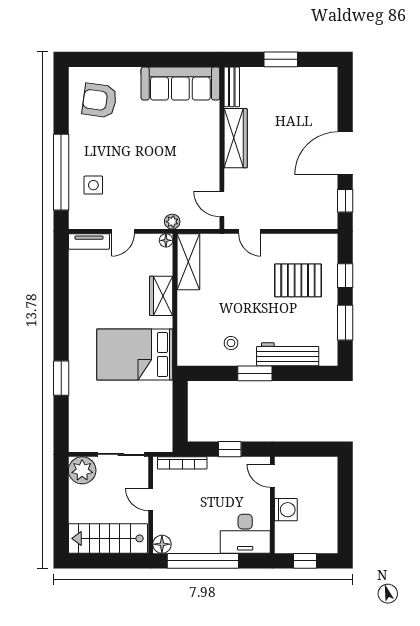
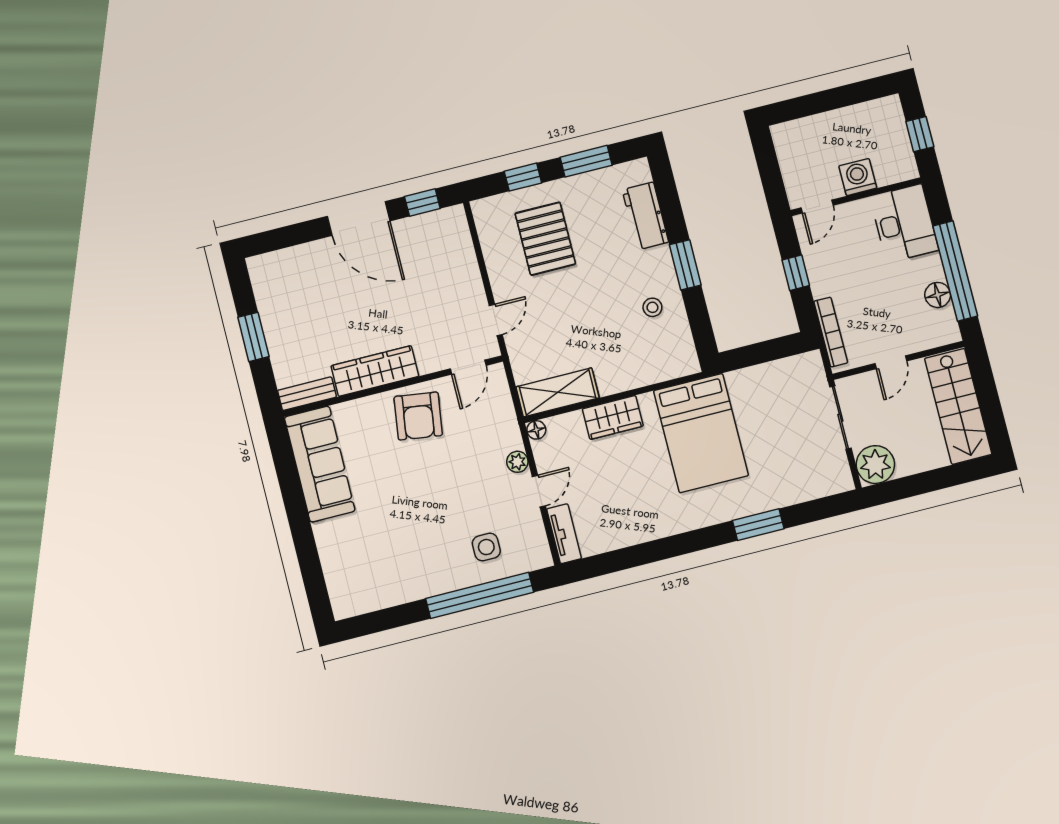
armchair: (99, 100) -> (418, 416), moved
plant: (172, 222) -> (517, 462), moved
door: (123, 231) -> (539, 491), hinge flipped
workbench: (288, 354) -> (645, 216), width x0.73
floor lamp: (162, 544) -> (938, 295), moved

